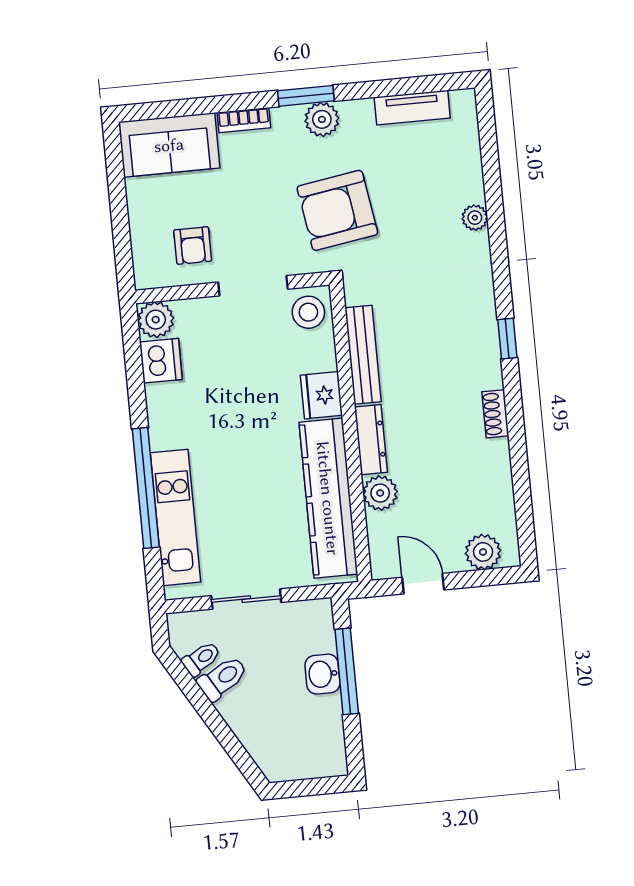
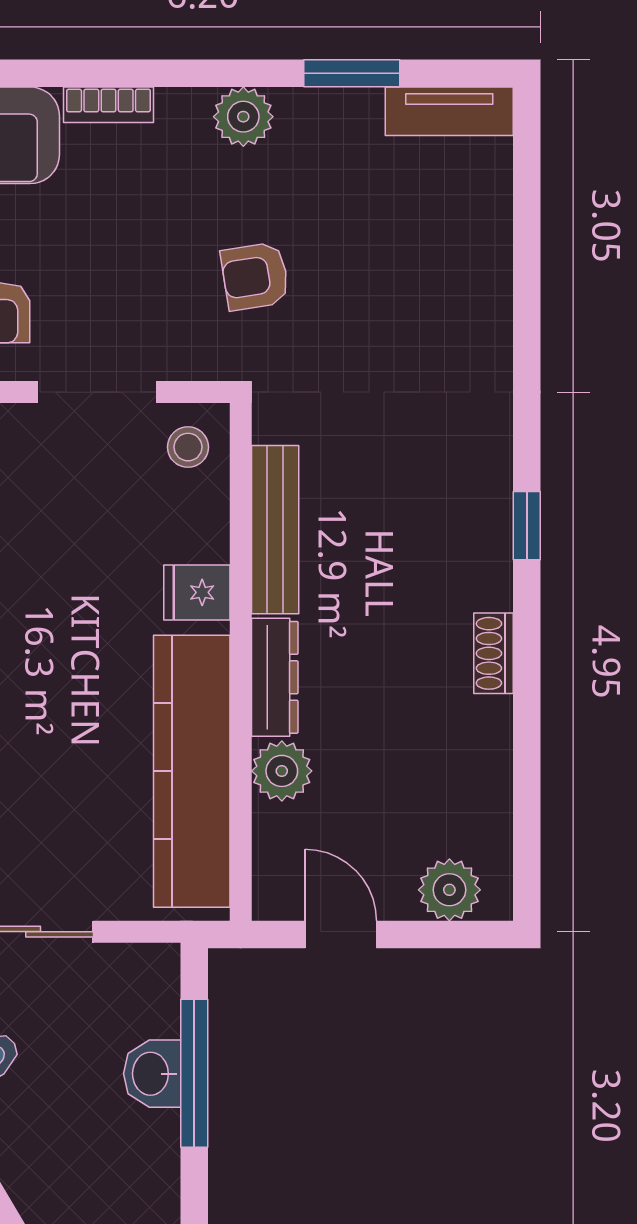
window: (306, 96) -> (352, 73), moved
tv unit: (412, 108) -> (449, 111), moved
armchair: (337, 210) -> (255, 276), width x0.53, depth x0.53
plant: (475, 218) -> (491, 312), removed
stool: (308, 312) -> (188, 447), width x0.73, depth x0.73
fridge: (321, 395) -> (197, 592), width x0.72

